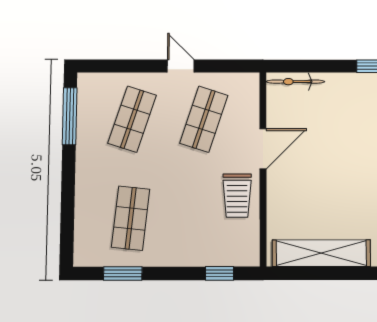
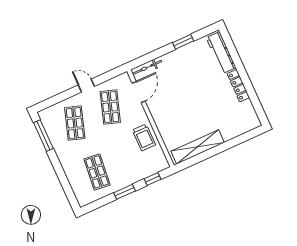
door: (263, 149) -> (139, 92), moved
window: (123, 273) -> (124, 192), moved

